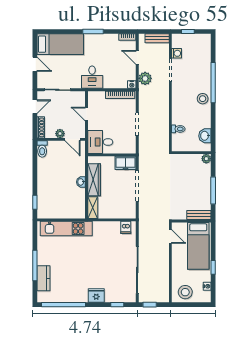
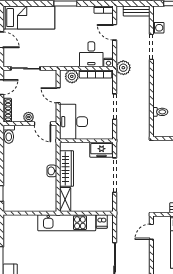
desk: (92, 77) -> (91, 54), moved
plant: (145, 78) -> (123, 68), moved
plant: (99, 97) -> (72, 76), added
desk: (100, 142) -> (73, 122), width x1.37
kitchen unit: (66, 229) -> (67, 223), moved
door: (170, 237) -> (151, 232), swing flipped

